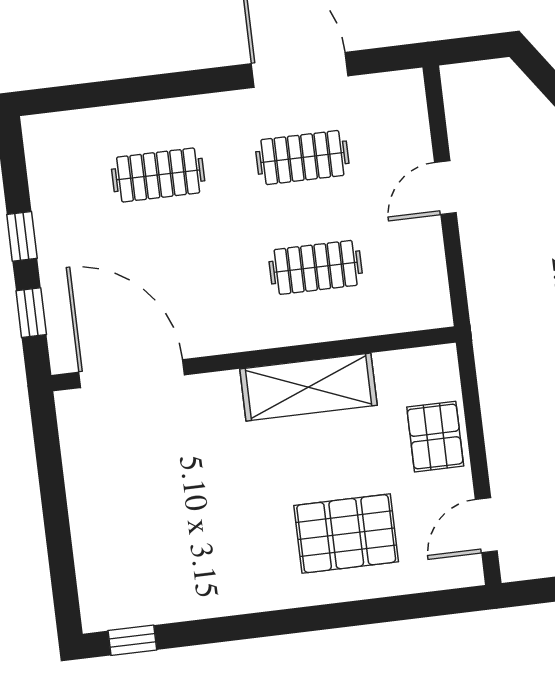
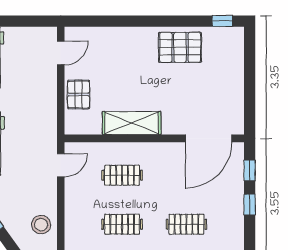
stool: (484, 135) -> (41, 225), added
door: (445, 188) -> (61, 165), moved
door: (132, 374) -> (209, 138), hinge flipped
pallet: (346, 534) -> (180, 47), moved

